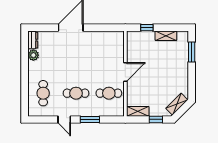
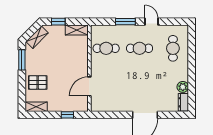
shelving: (166, 36) -> (36, 107), moved
window: (192, 52) -> (22, 60), moved
pallet: (176, 60) -> (38, 82), added
door: (125, 72) -> (89, 86), moved

